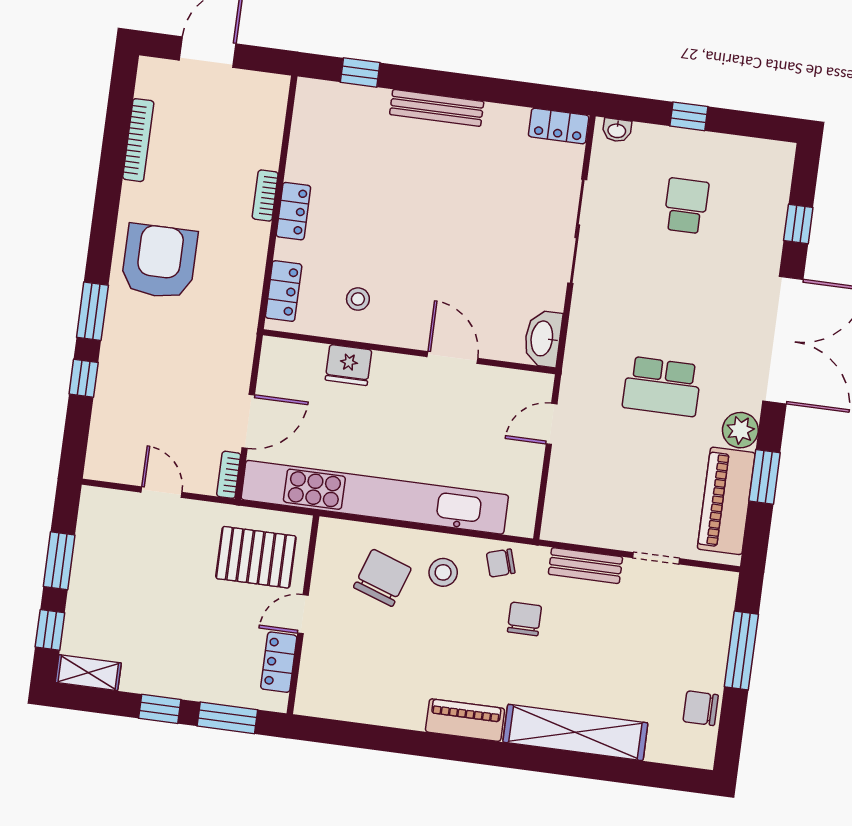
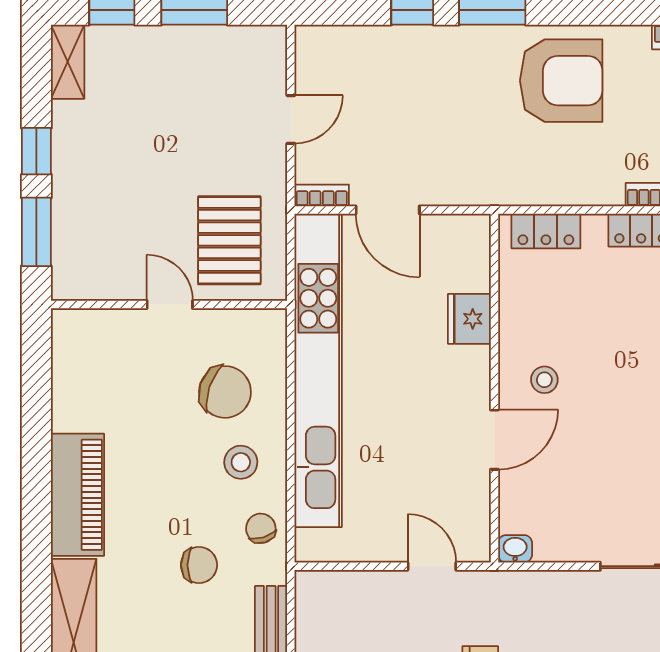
stool: (358, 299) -> (544, 380), moved
washbasin: (543, 339) -> (515, 549), width x0.52, depth x0.69
locker: (279, 662) -> (110, 284), removed
piano: (465, 720) -> (77, 495), width x1.37, depth x1.33

